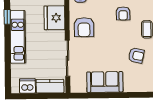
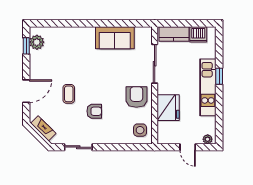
armchair: (123, 13) -> (94, 111), turned 90
window: (7, 17) -> (219, 76), moved
armchair: (136, 55) -> (81, 66), removed

